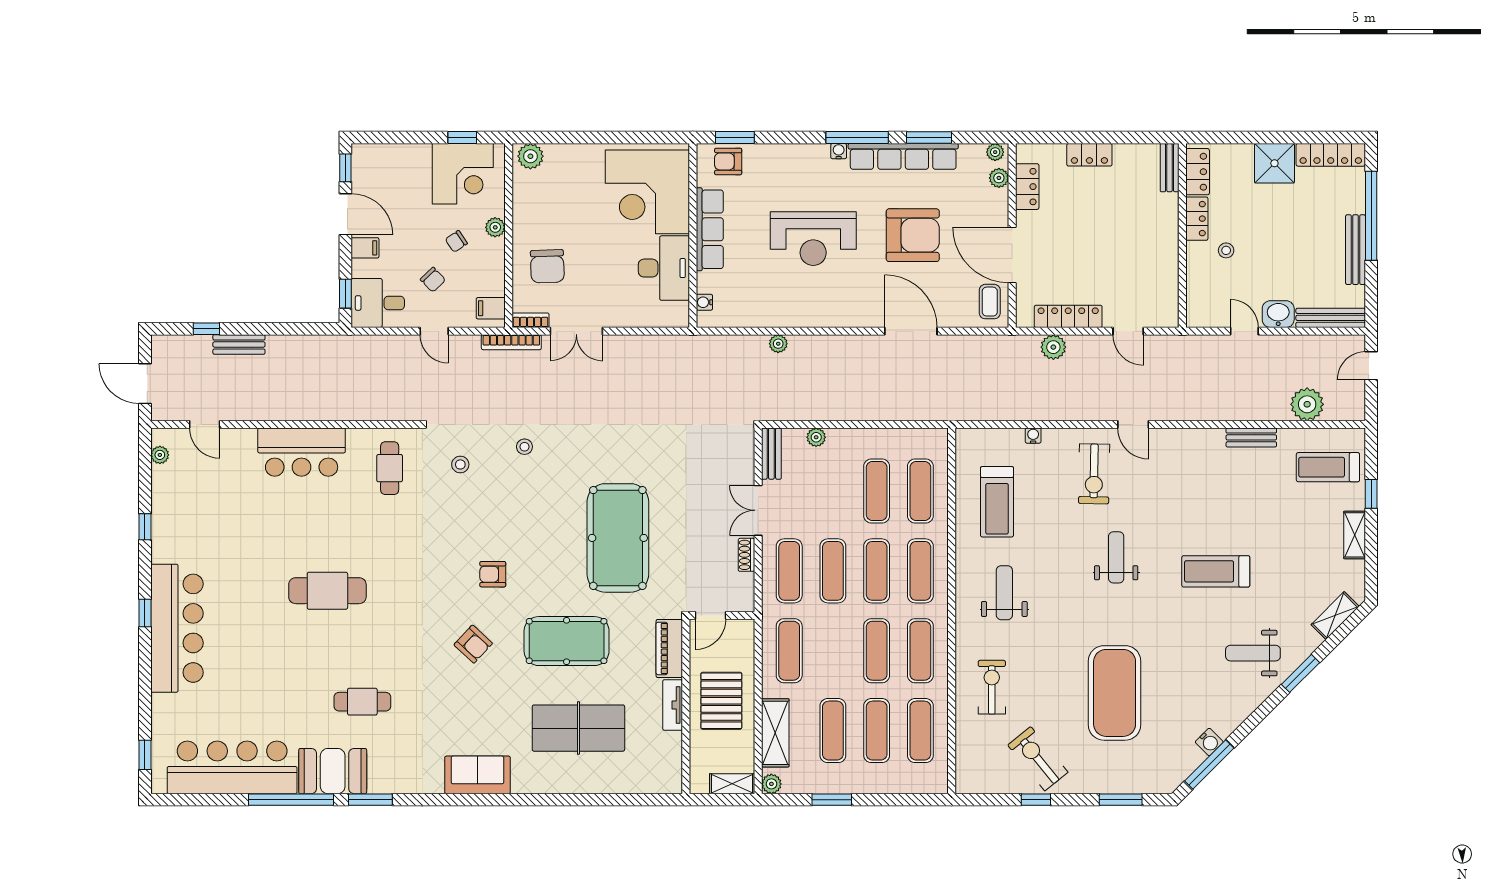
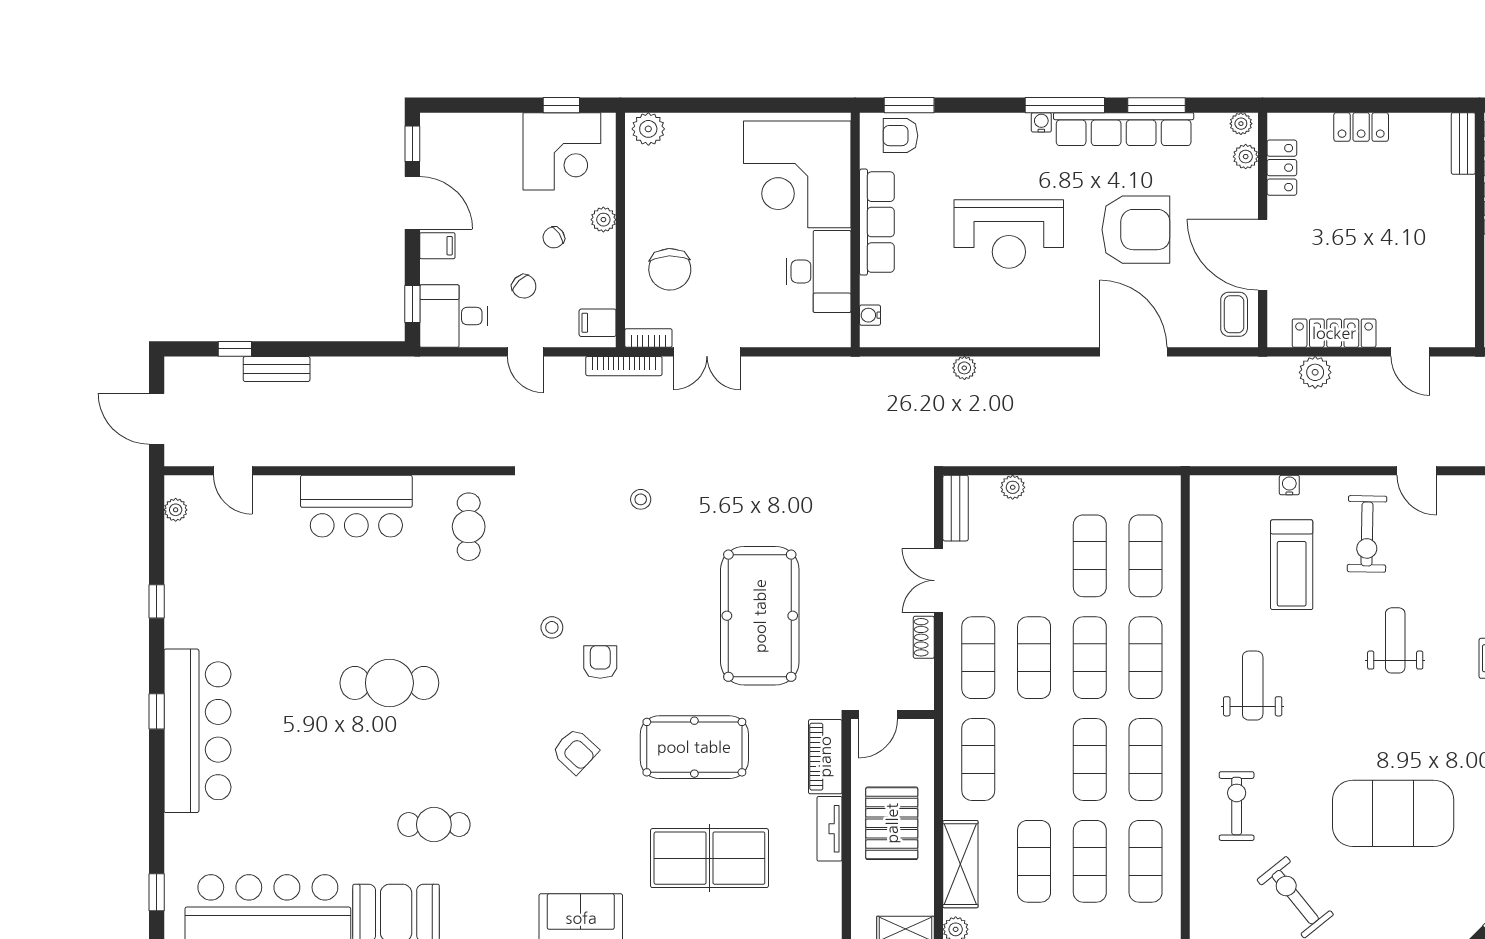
stool: (460, 464) -> (552, 627), moved
treadmill: (997, 502) -> (1292, 565), moved
armchair: (493, 574) -> (600, 662), turned 90
exercise mat: (1115, 693) -> (1393, 813), turned 90

